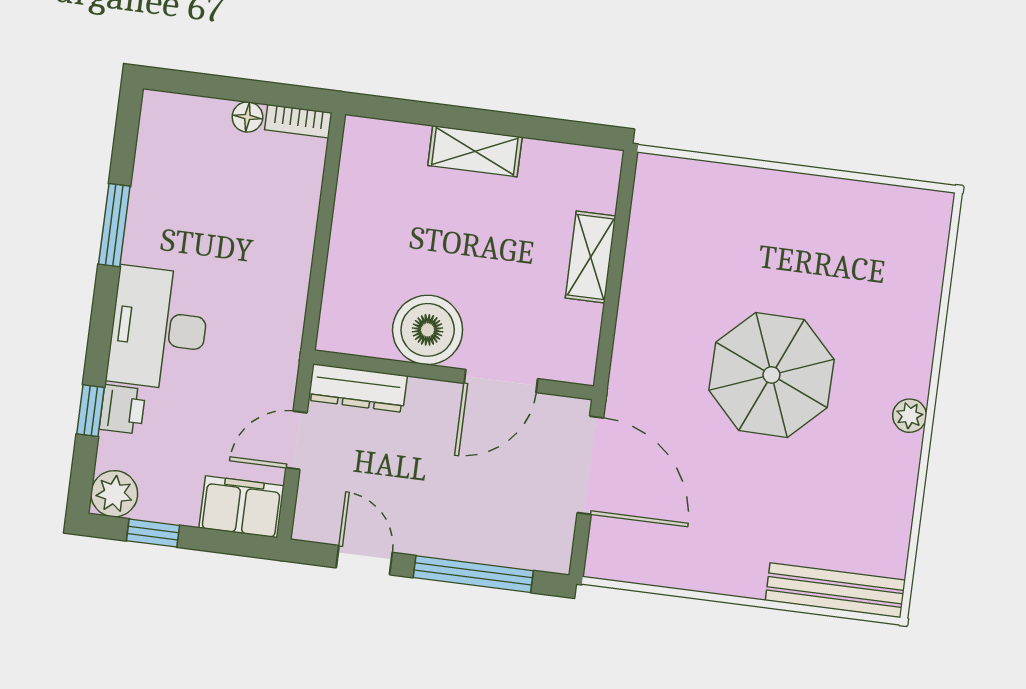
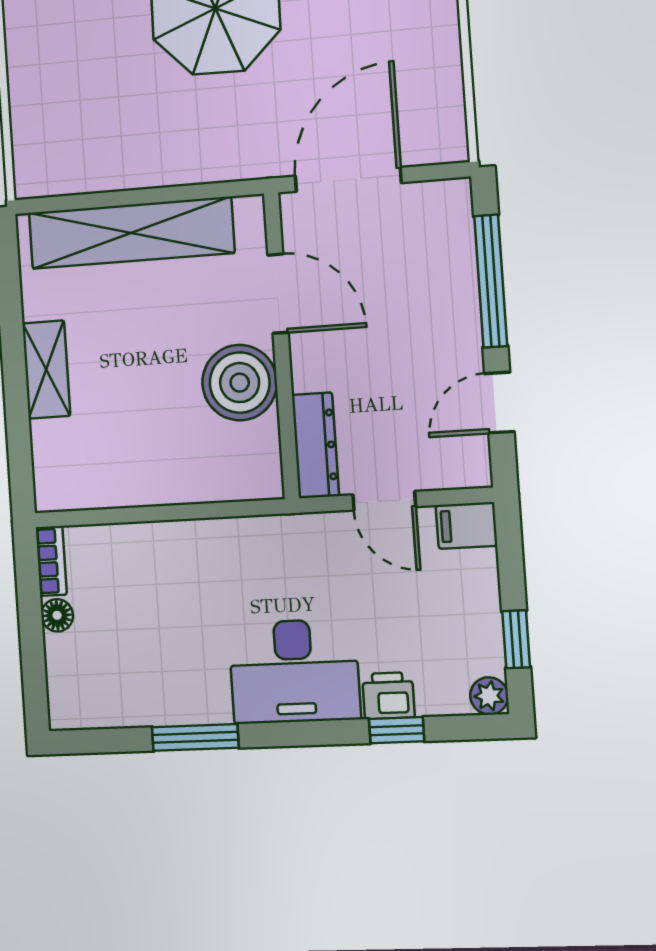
shelving: (591, 257) -> (131, 233), width x2.20, depth x1.33
plant: (114, 494) -> (489, 696), width x0.73, depth x0.73
filing cabinet: (241, 507) -> (466, 525), width x0.50

